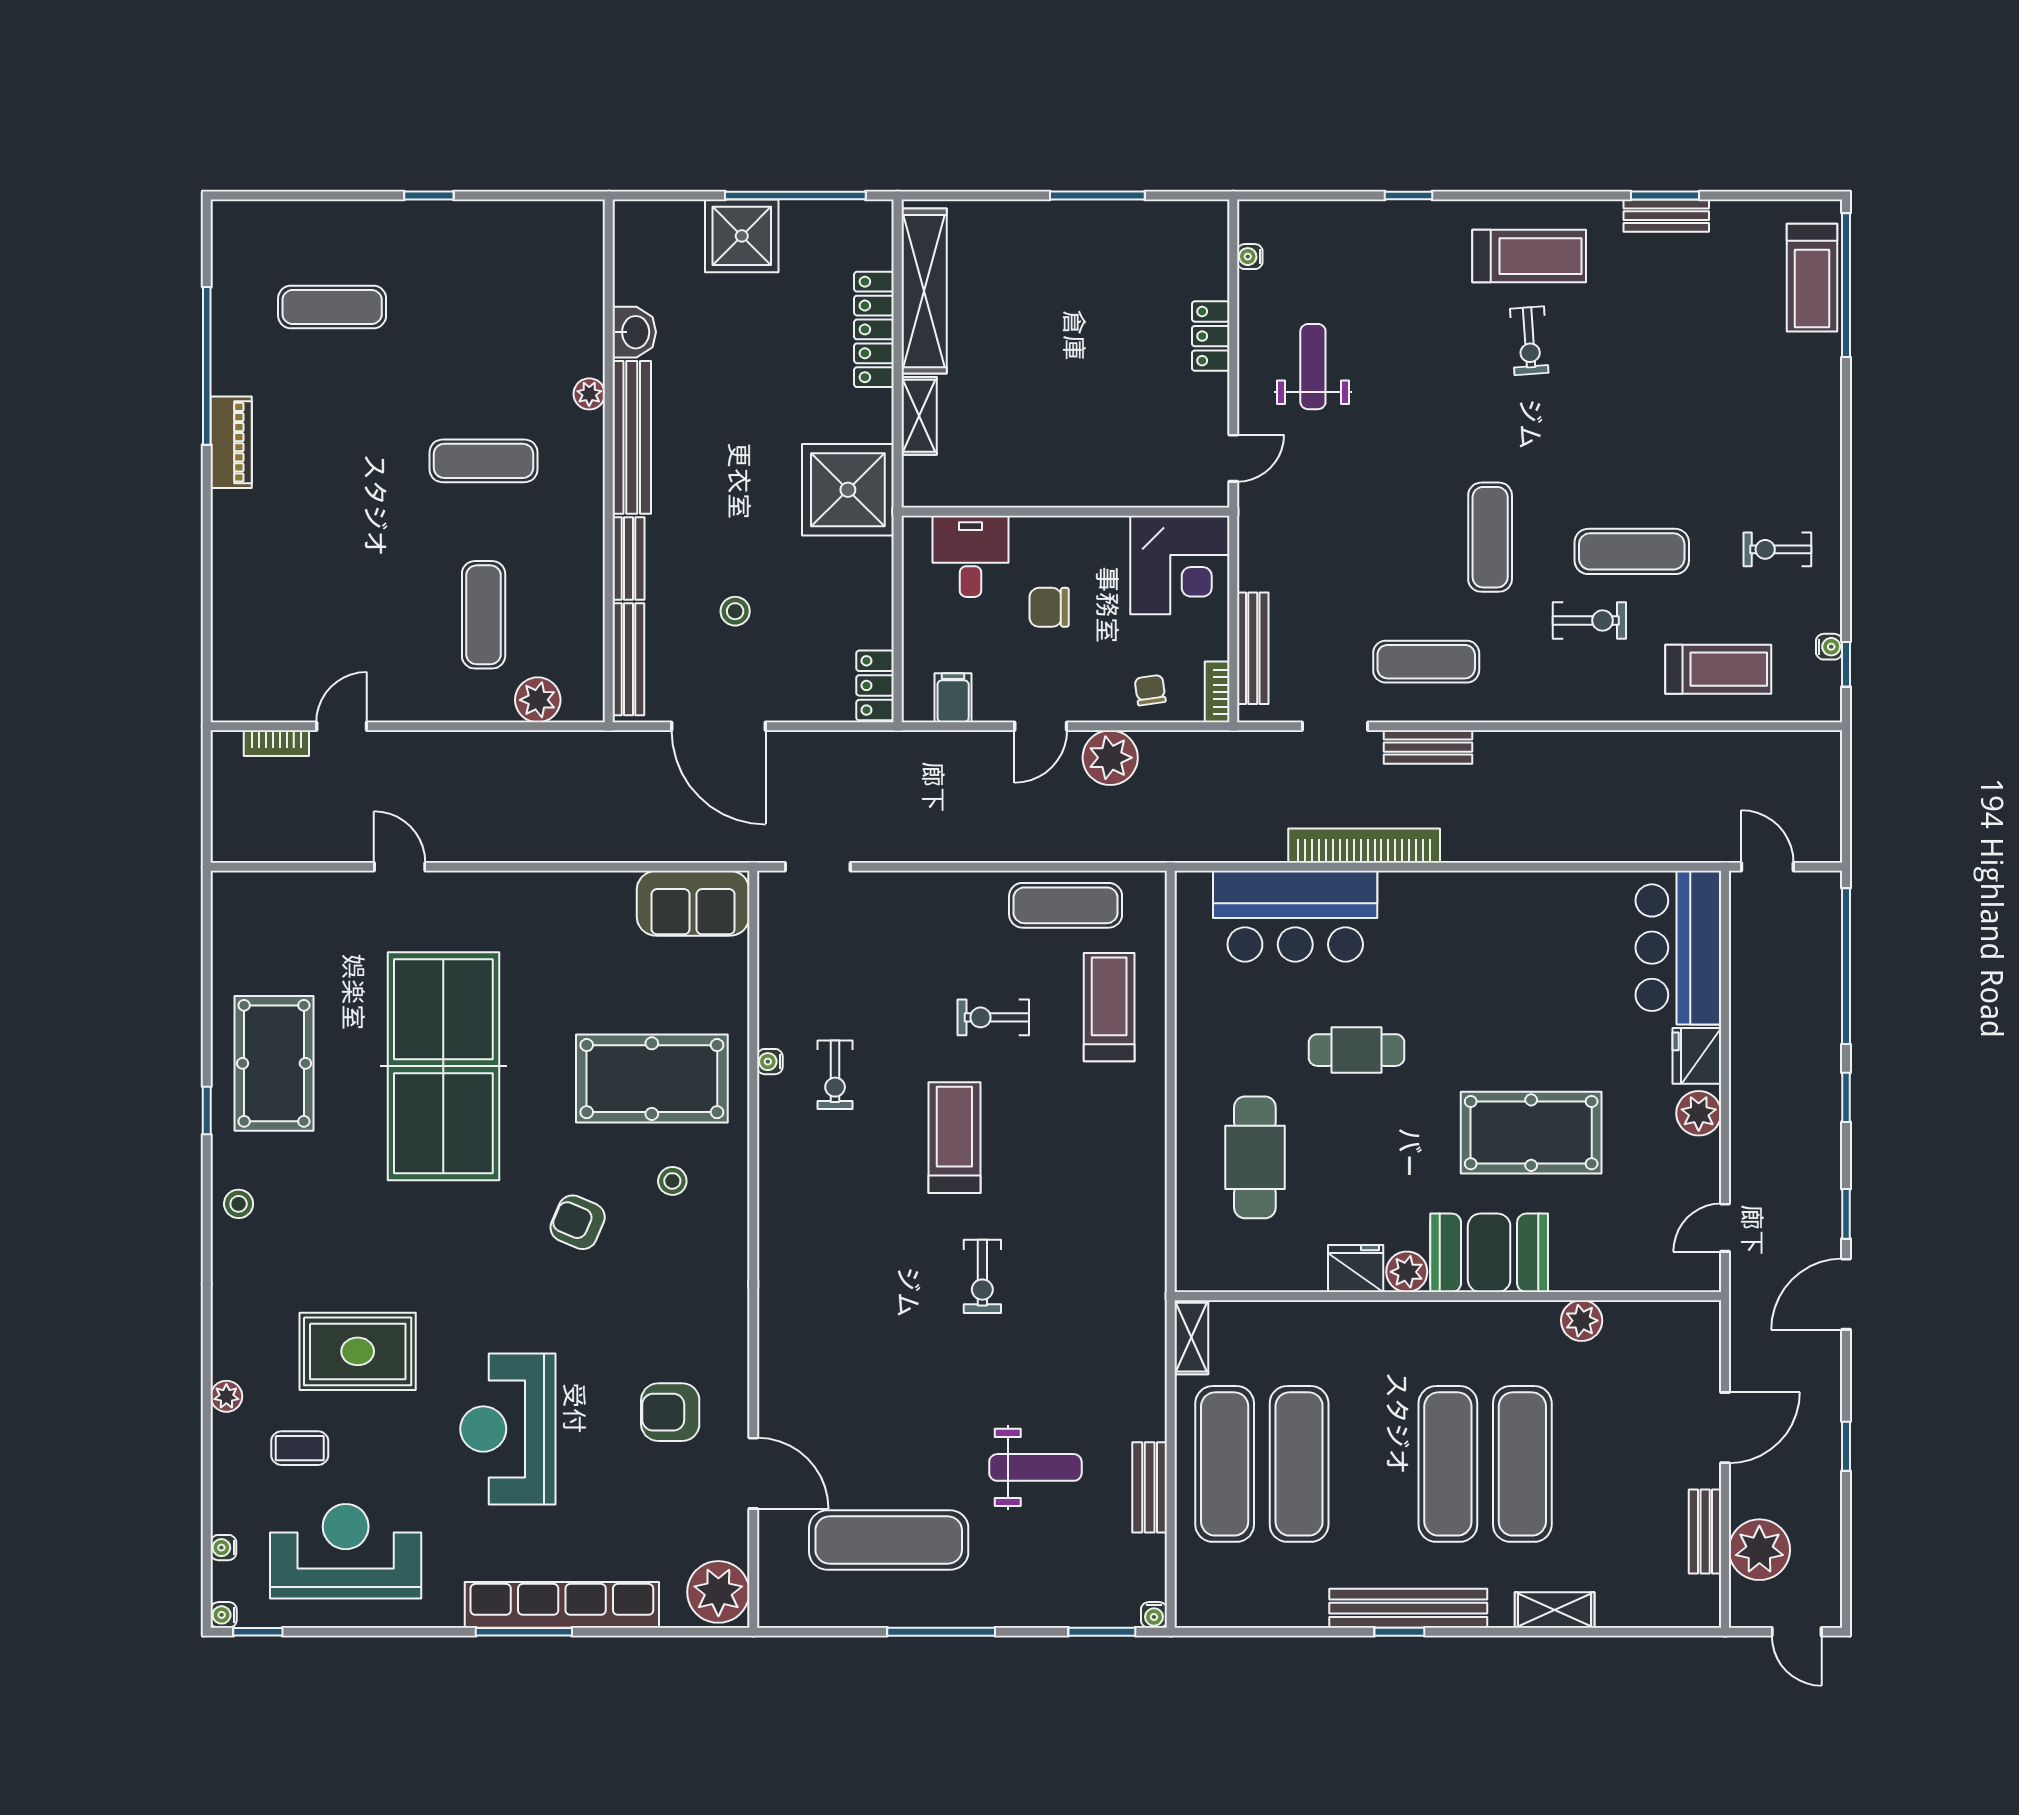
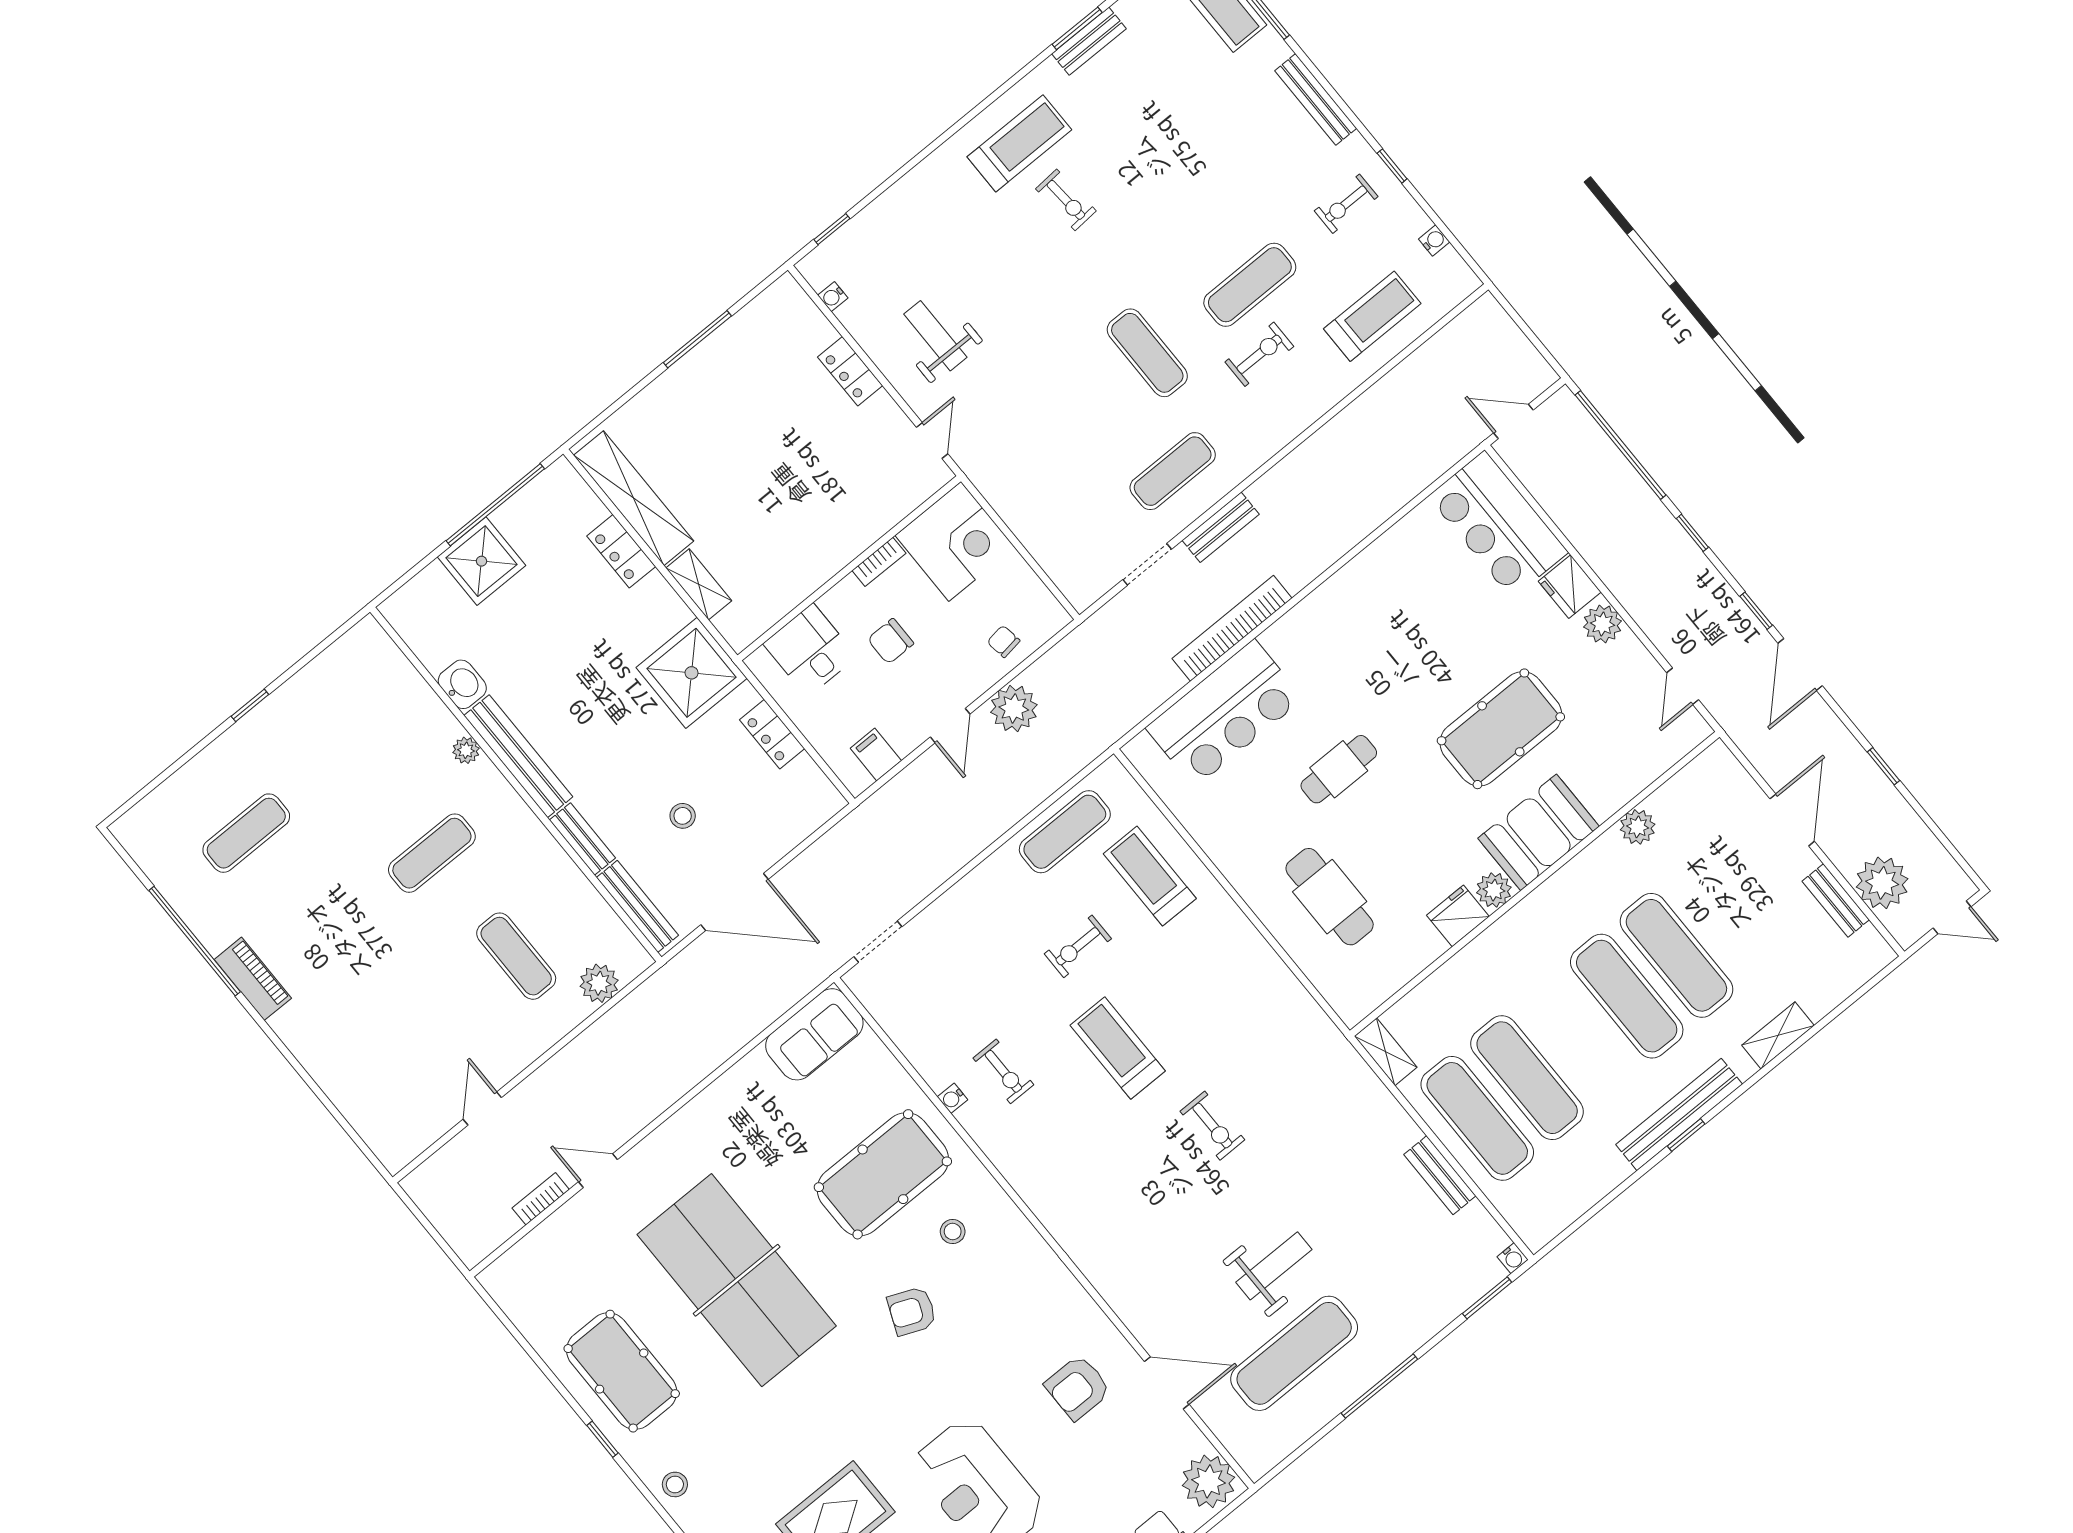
window: (1409, 196) -> (832, 229), moved
locker: (874, 329) -> (621, 551), width x0.66
bench: (1253, 648) -> (1316, 99), moved
window: (1846, 664) -> (1392, 166), moved
locker: (875, 685) -> (772, 734), moved
bookcase: (1217, 692) -> (879, 562), moved, turned -90
bookcase: (276, 743) -> (541, 1199), moved, turned 180
weight bench: (1035, 1467) -> (1274, 1266), moved

